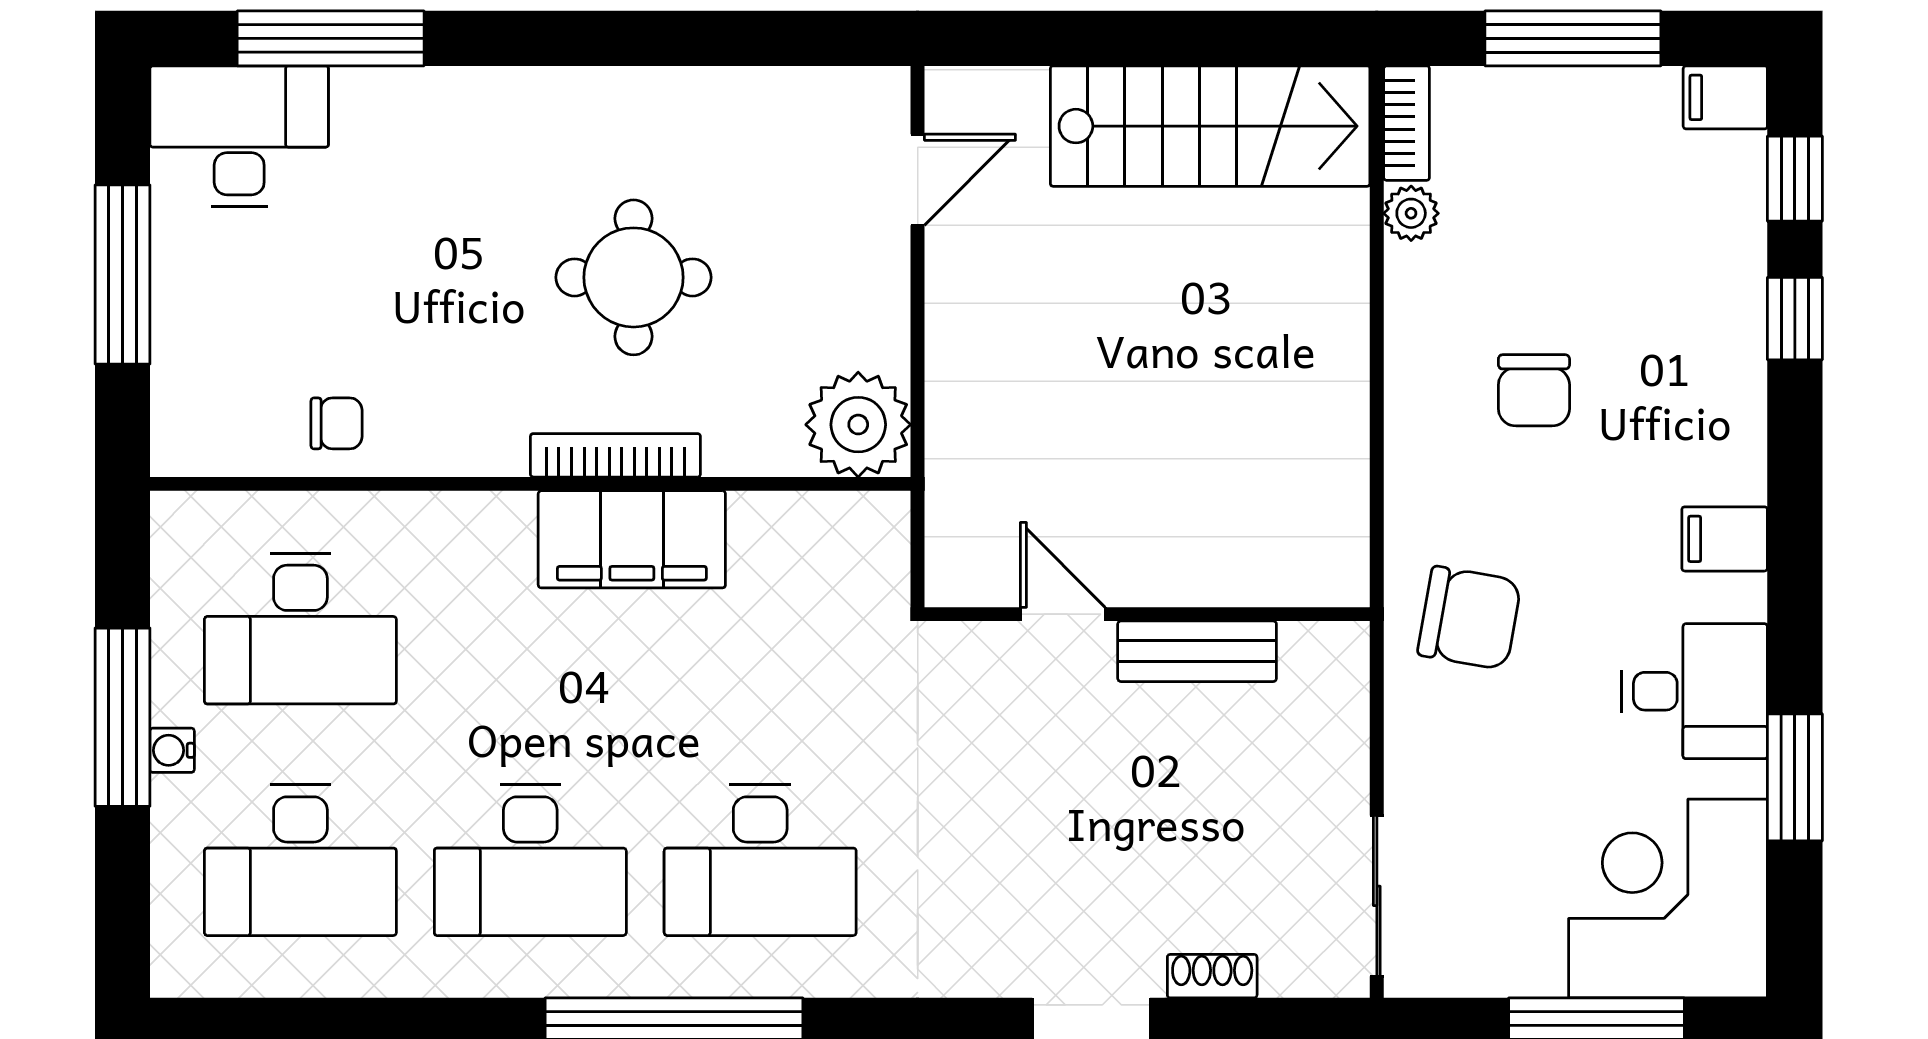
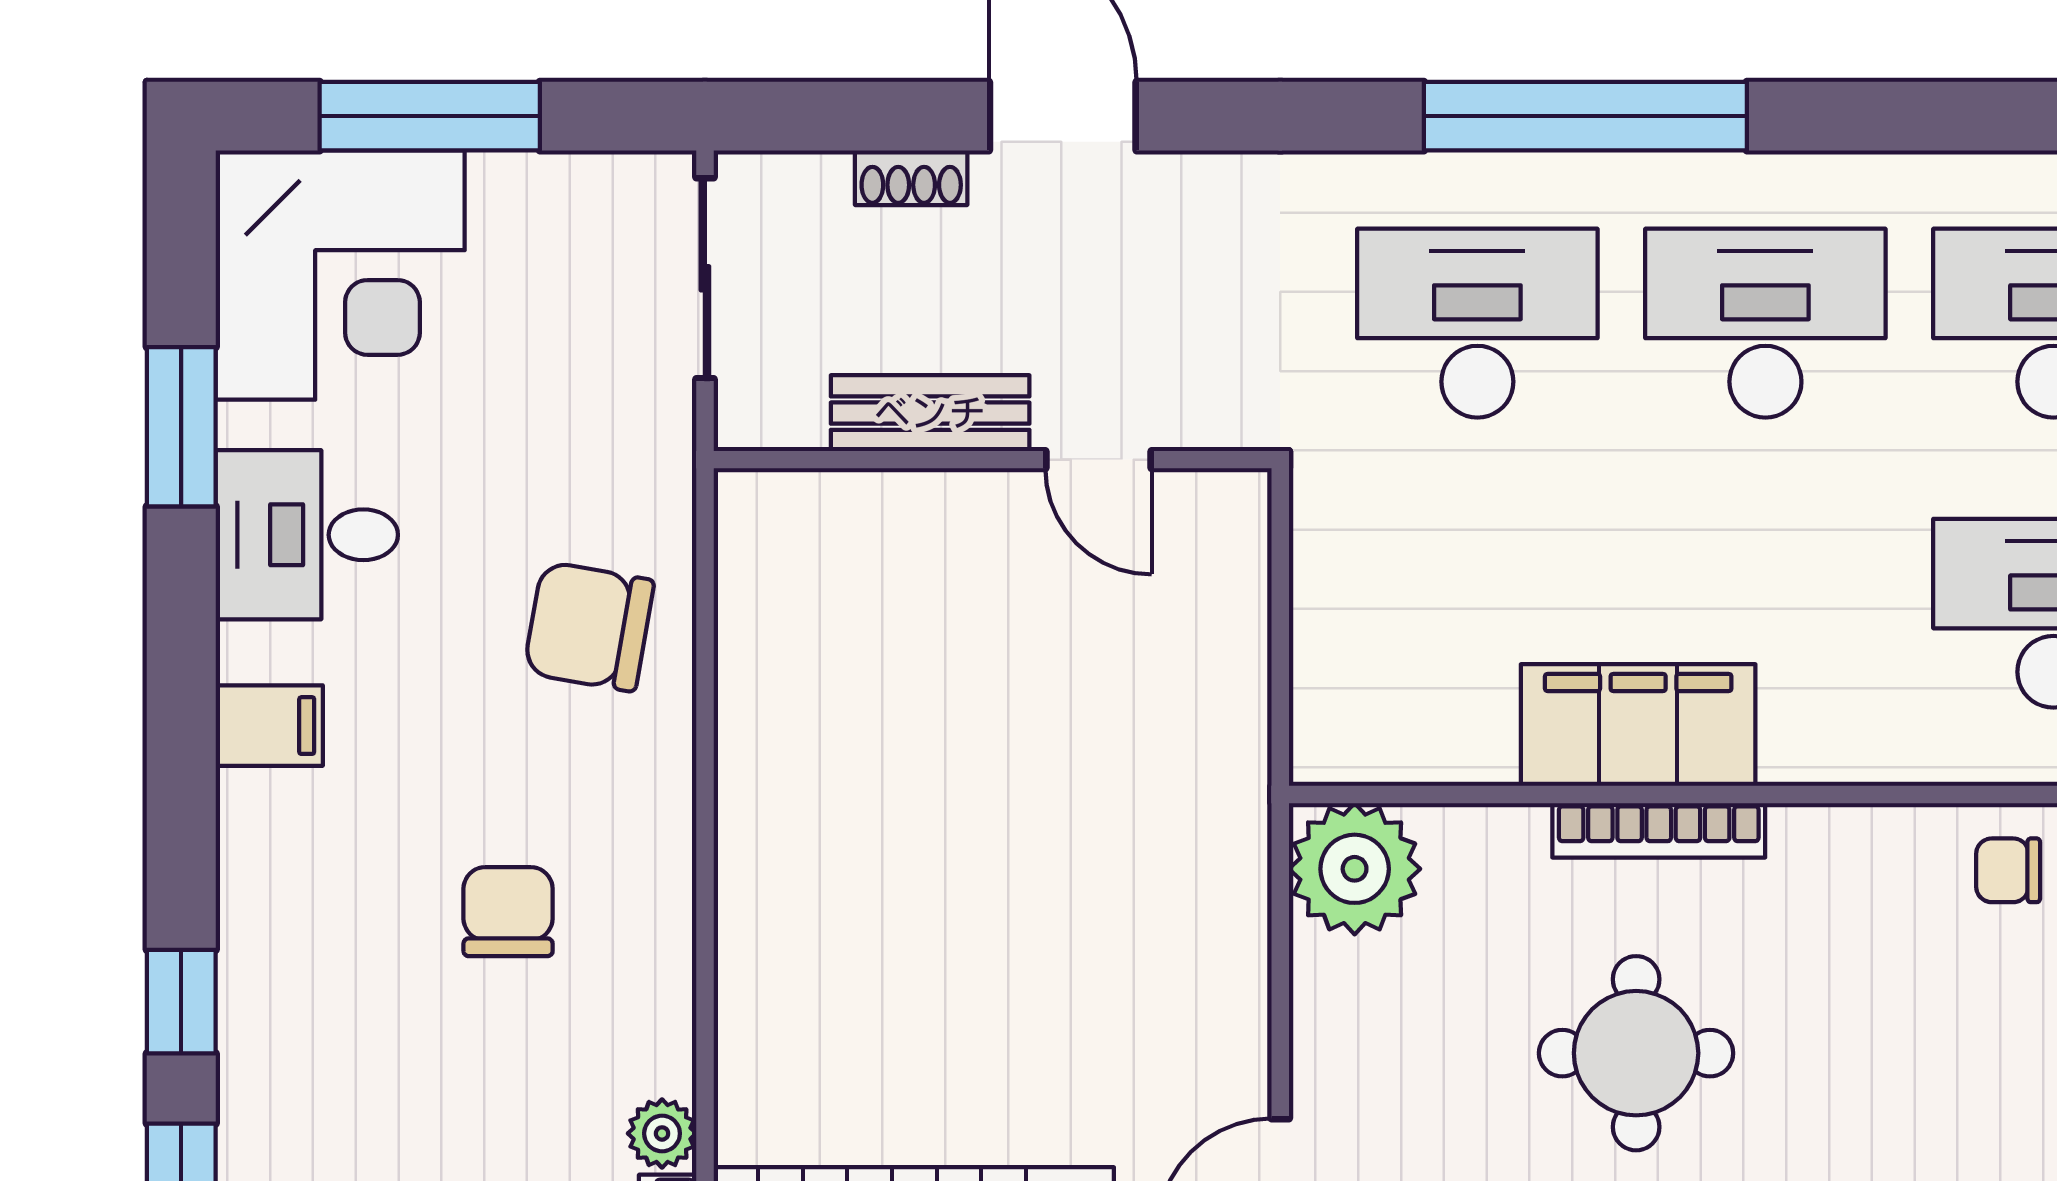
door: (1063, 614) -> (1098, 460), moved
wall: (1147, 614) -> (993, 460), moved
bench: (1197, 651) -> (930, 413), moved

